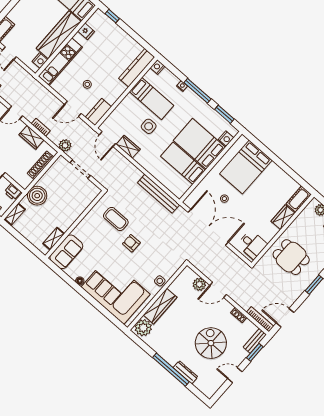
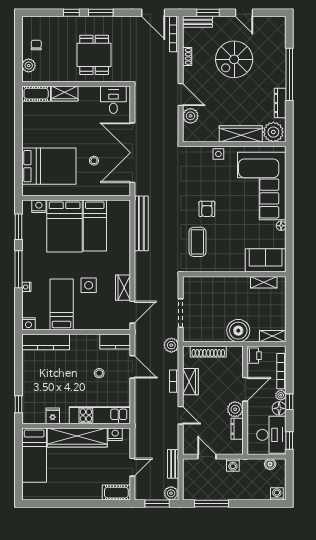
dresser: (185, 372) -> (280, 103), moved

